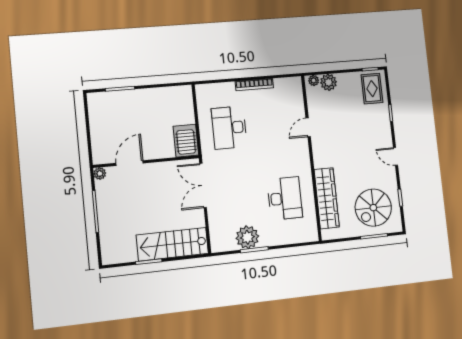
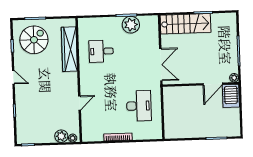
rug: (372, 89) -> (28, 130), removed
server rack: (186, 141) -> (231, 96), moved
desk: (285, 198) -> (101, 51), width x0.73

